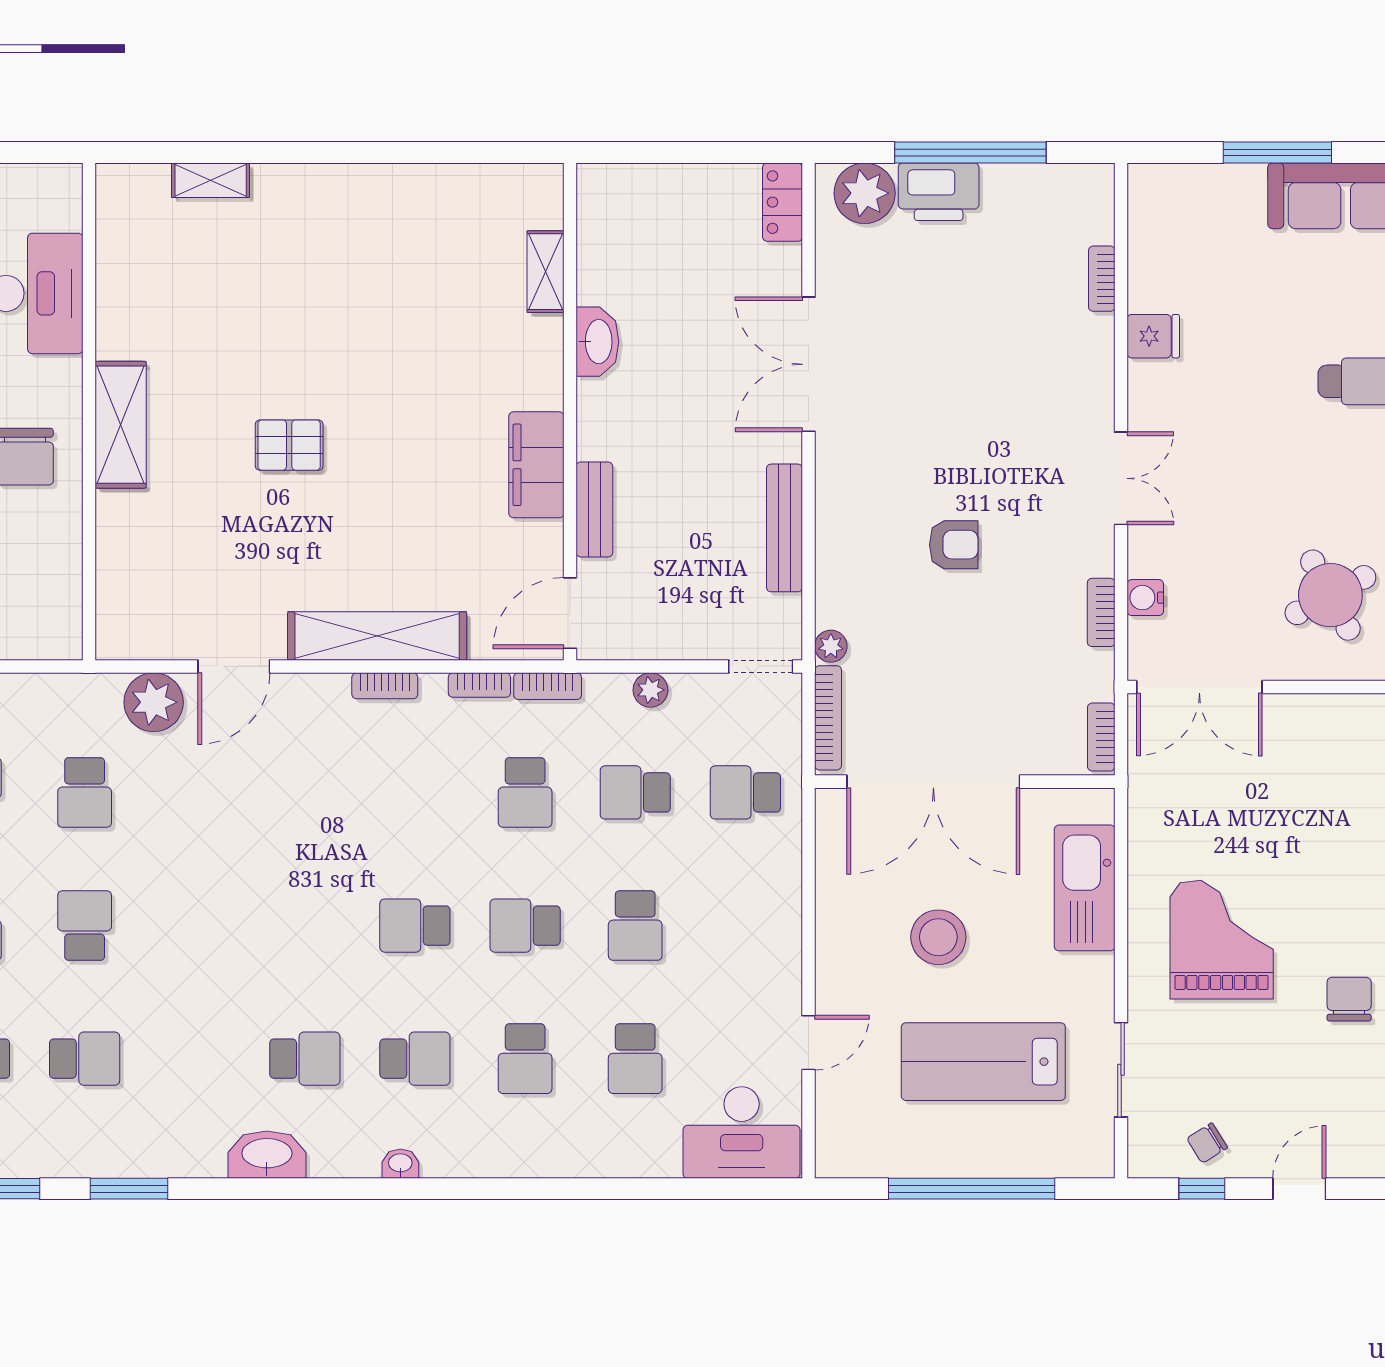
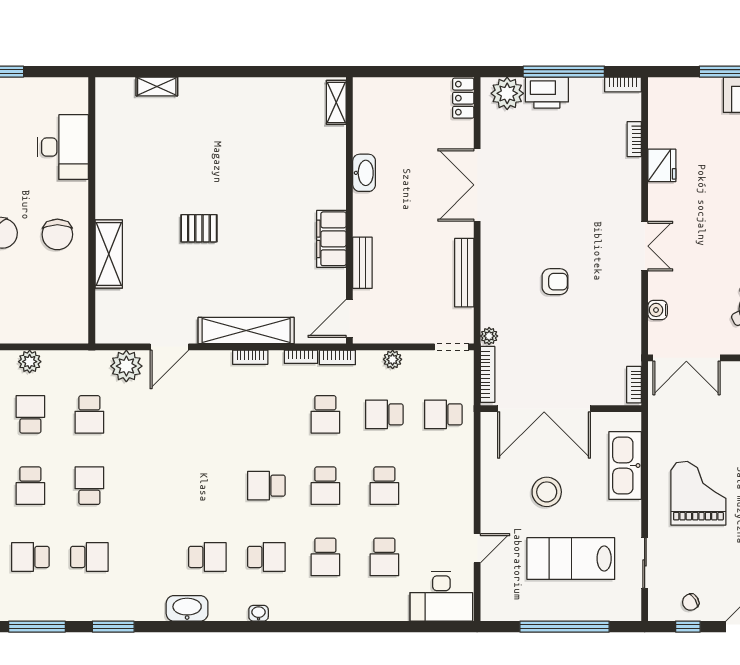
shelving: (545, 272) -> (336, 102), moved
fridge: (1153, 336) -> (662, 165), width x1.38
shelving: (121, 425) -> (109, 254), moved
bookcase: (1101, 612) -> (623, 84), moved, turned -90
school desk: (525, 926) -> (325, 486), turned -90

